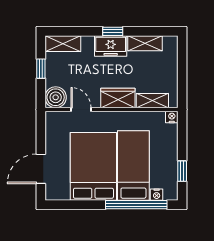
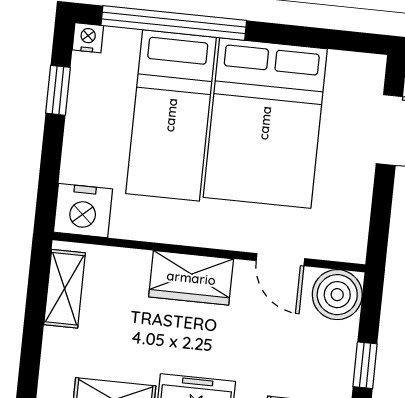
shelving: (152, 101) -> (65, 289), moved, turned 90
nightstand: (172, 117) -> (83, 211), width x1.89, depth x1.79
nightstand: (157, 195) -> (88, 38), moved

